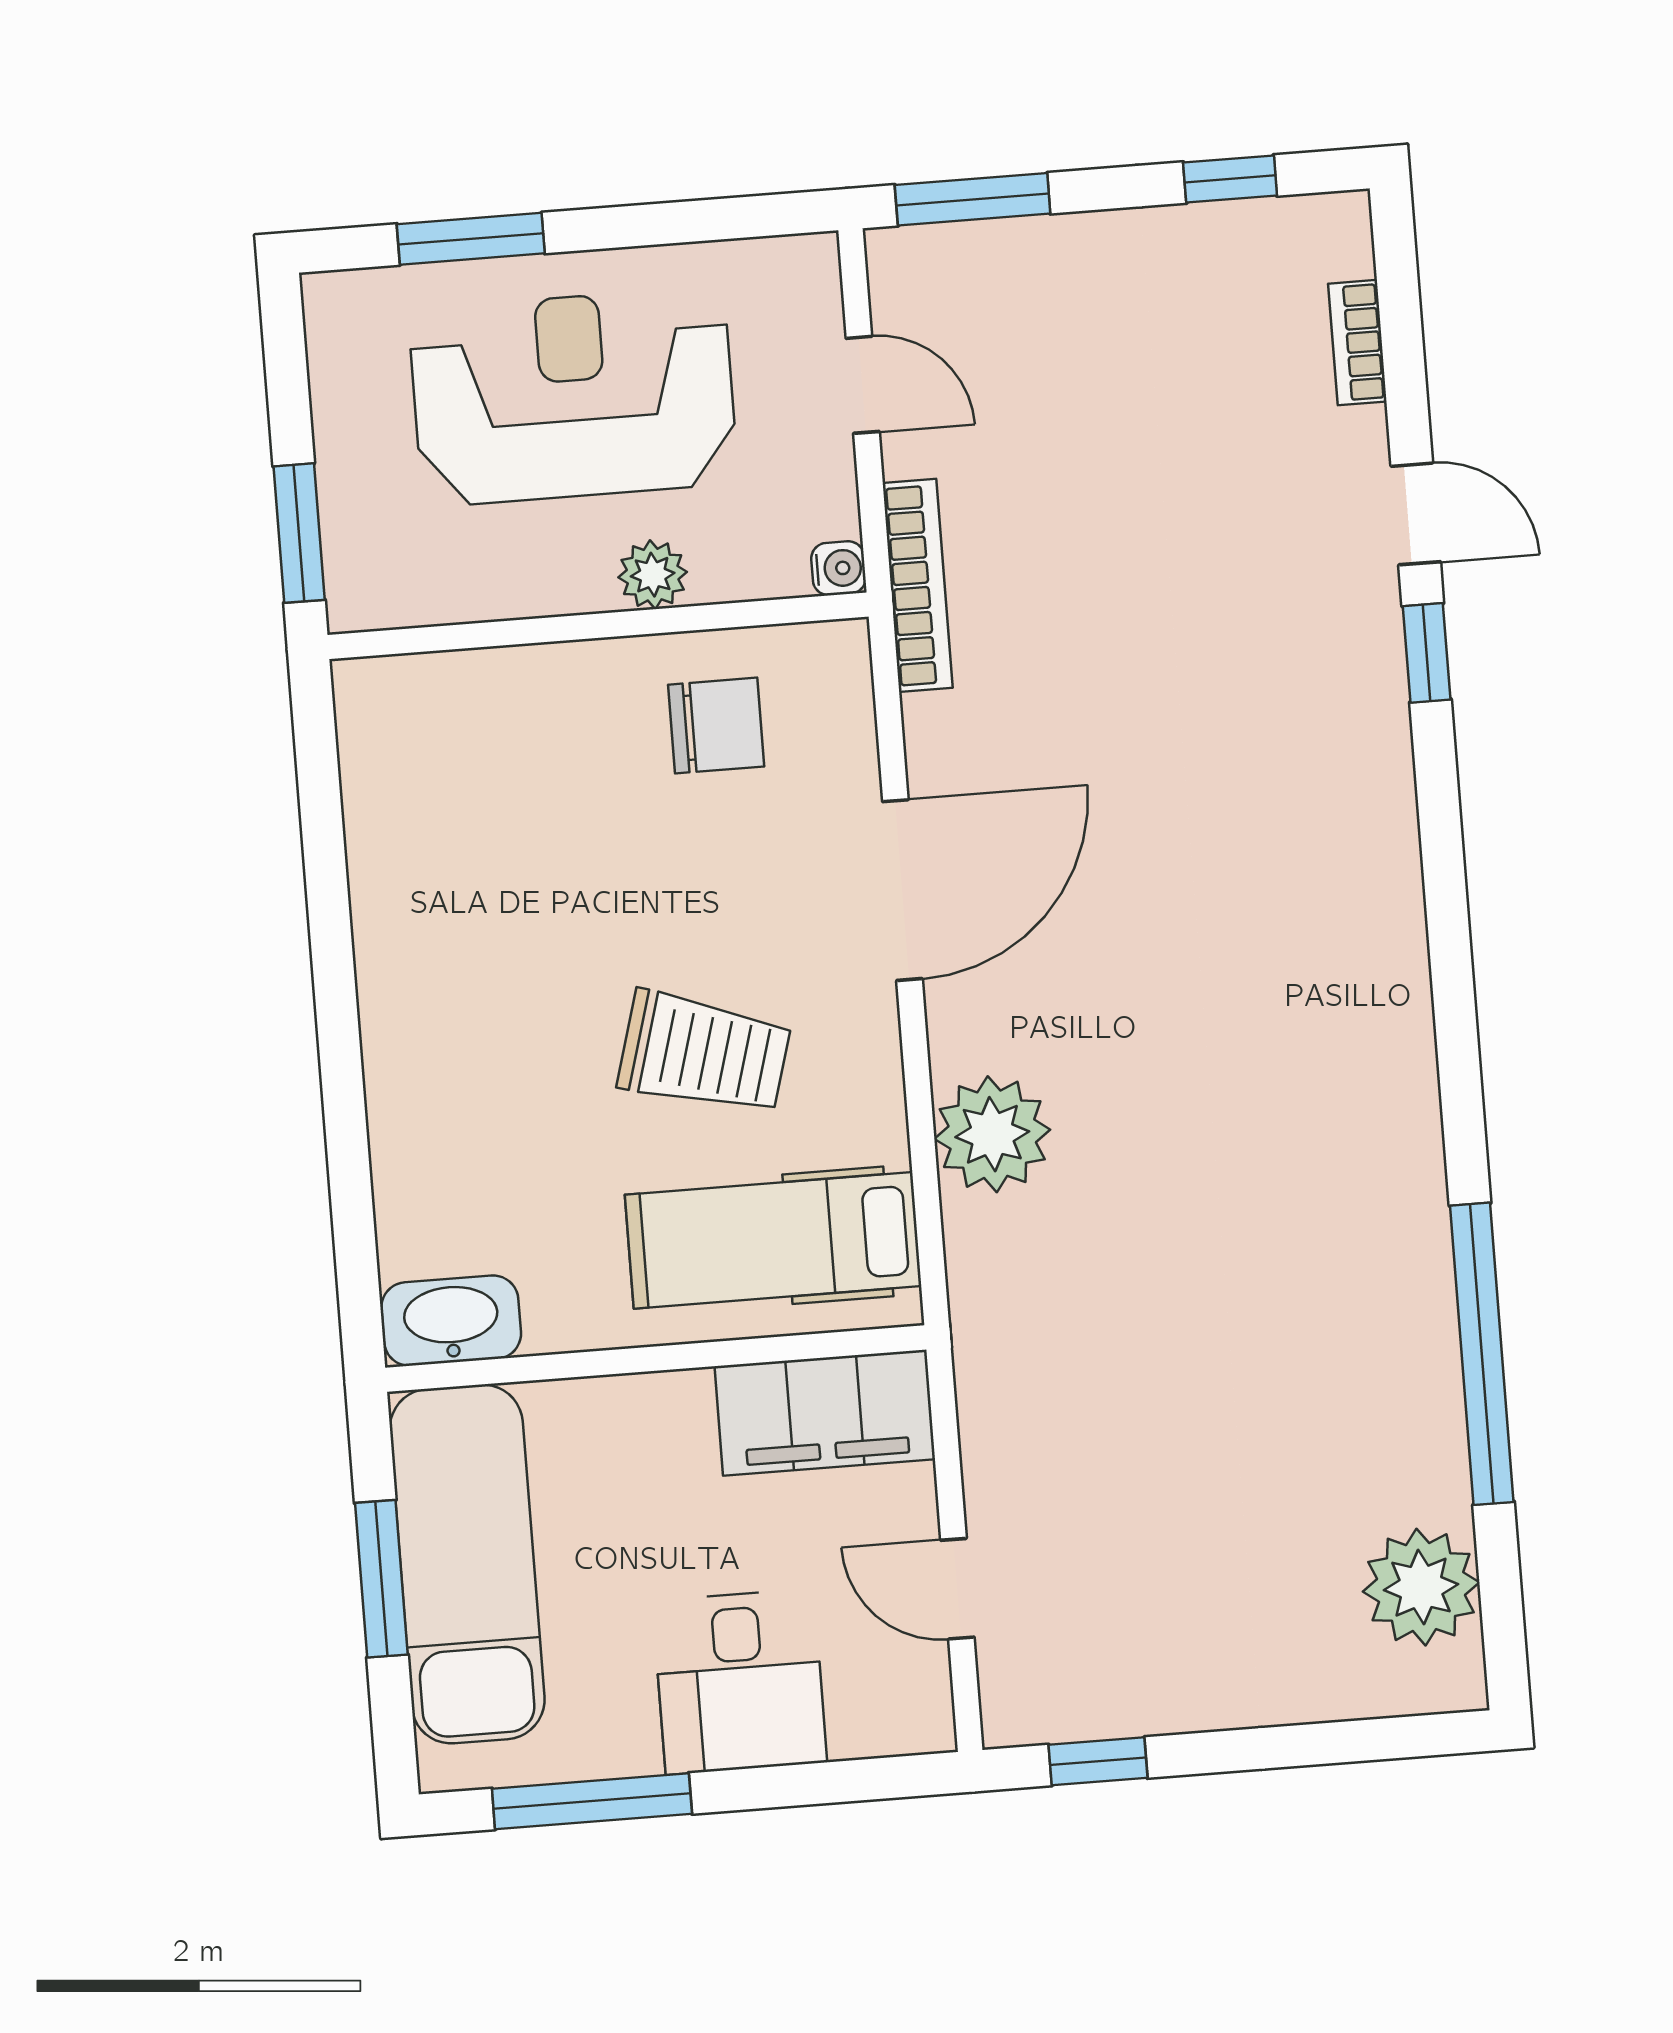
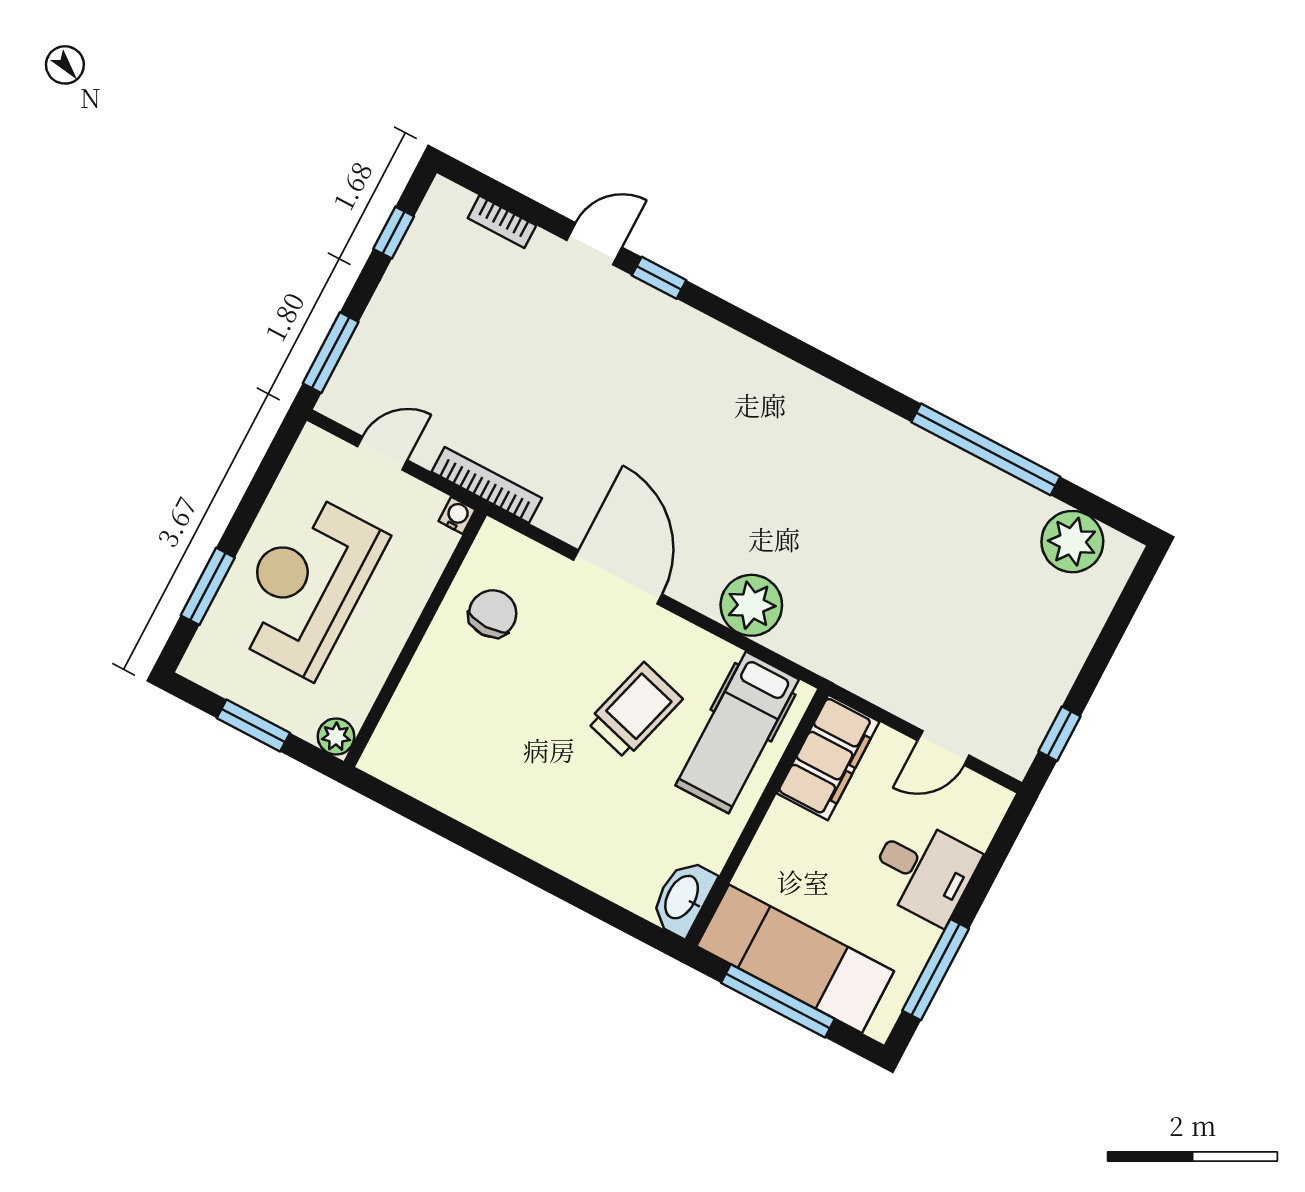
window: (299, 533) -> (253, 726), moved
plant: (653, 575) -> (336, 737), moved
window: (381, 1579) -> (778, 1001), width x1.44

